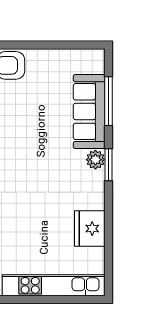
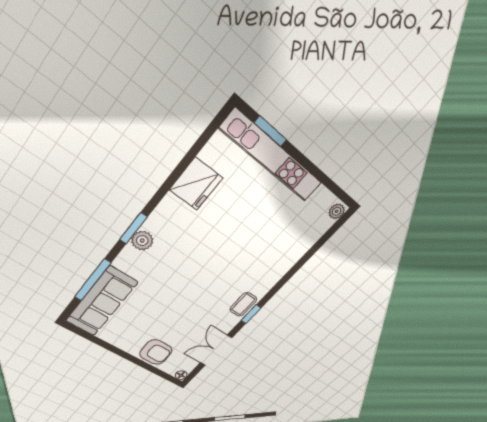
sofa: (89, 112) -> (102, 302), moved
window: (69, 300) -> (270, 131), added

